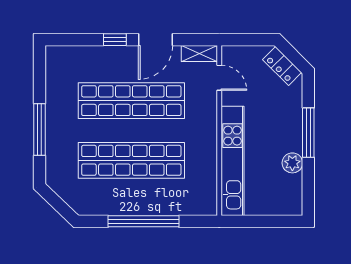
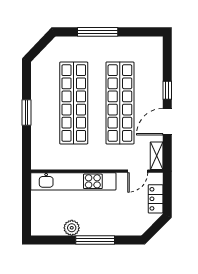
door: (155, 40) -> (167, 122), hinge flipped
locker: (282, 66) -> (156, 199), moved, turned -45
window: (144, 221) -> (26, 112), width x0.47

